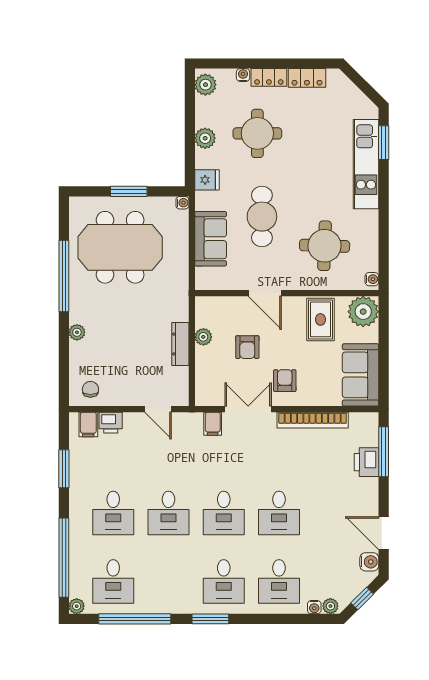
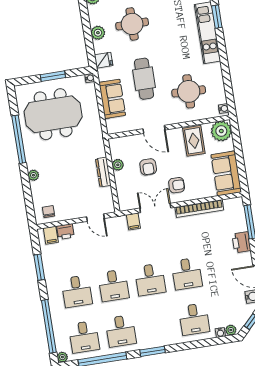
armchair: (285, 381) -> (177, 185), turned 90
printer: (367, 462) -> (241, 242), moved
desk: (224, 582) -> (121, 331), moved

